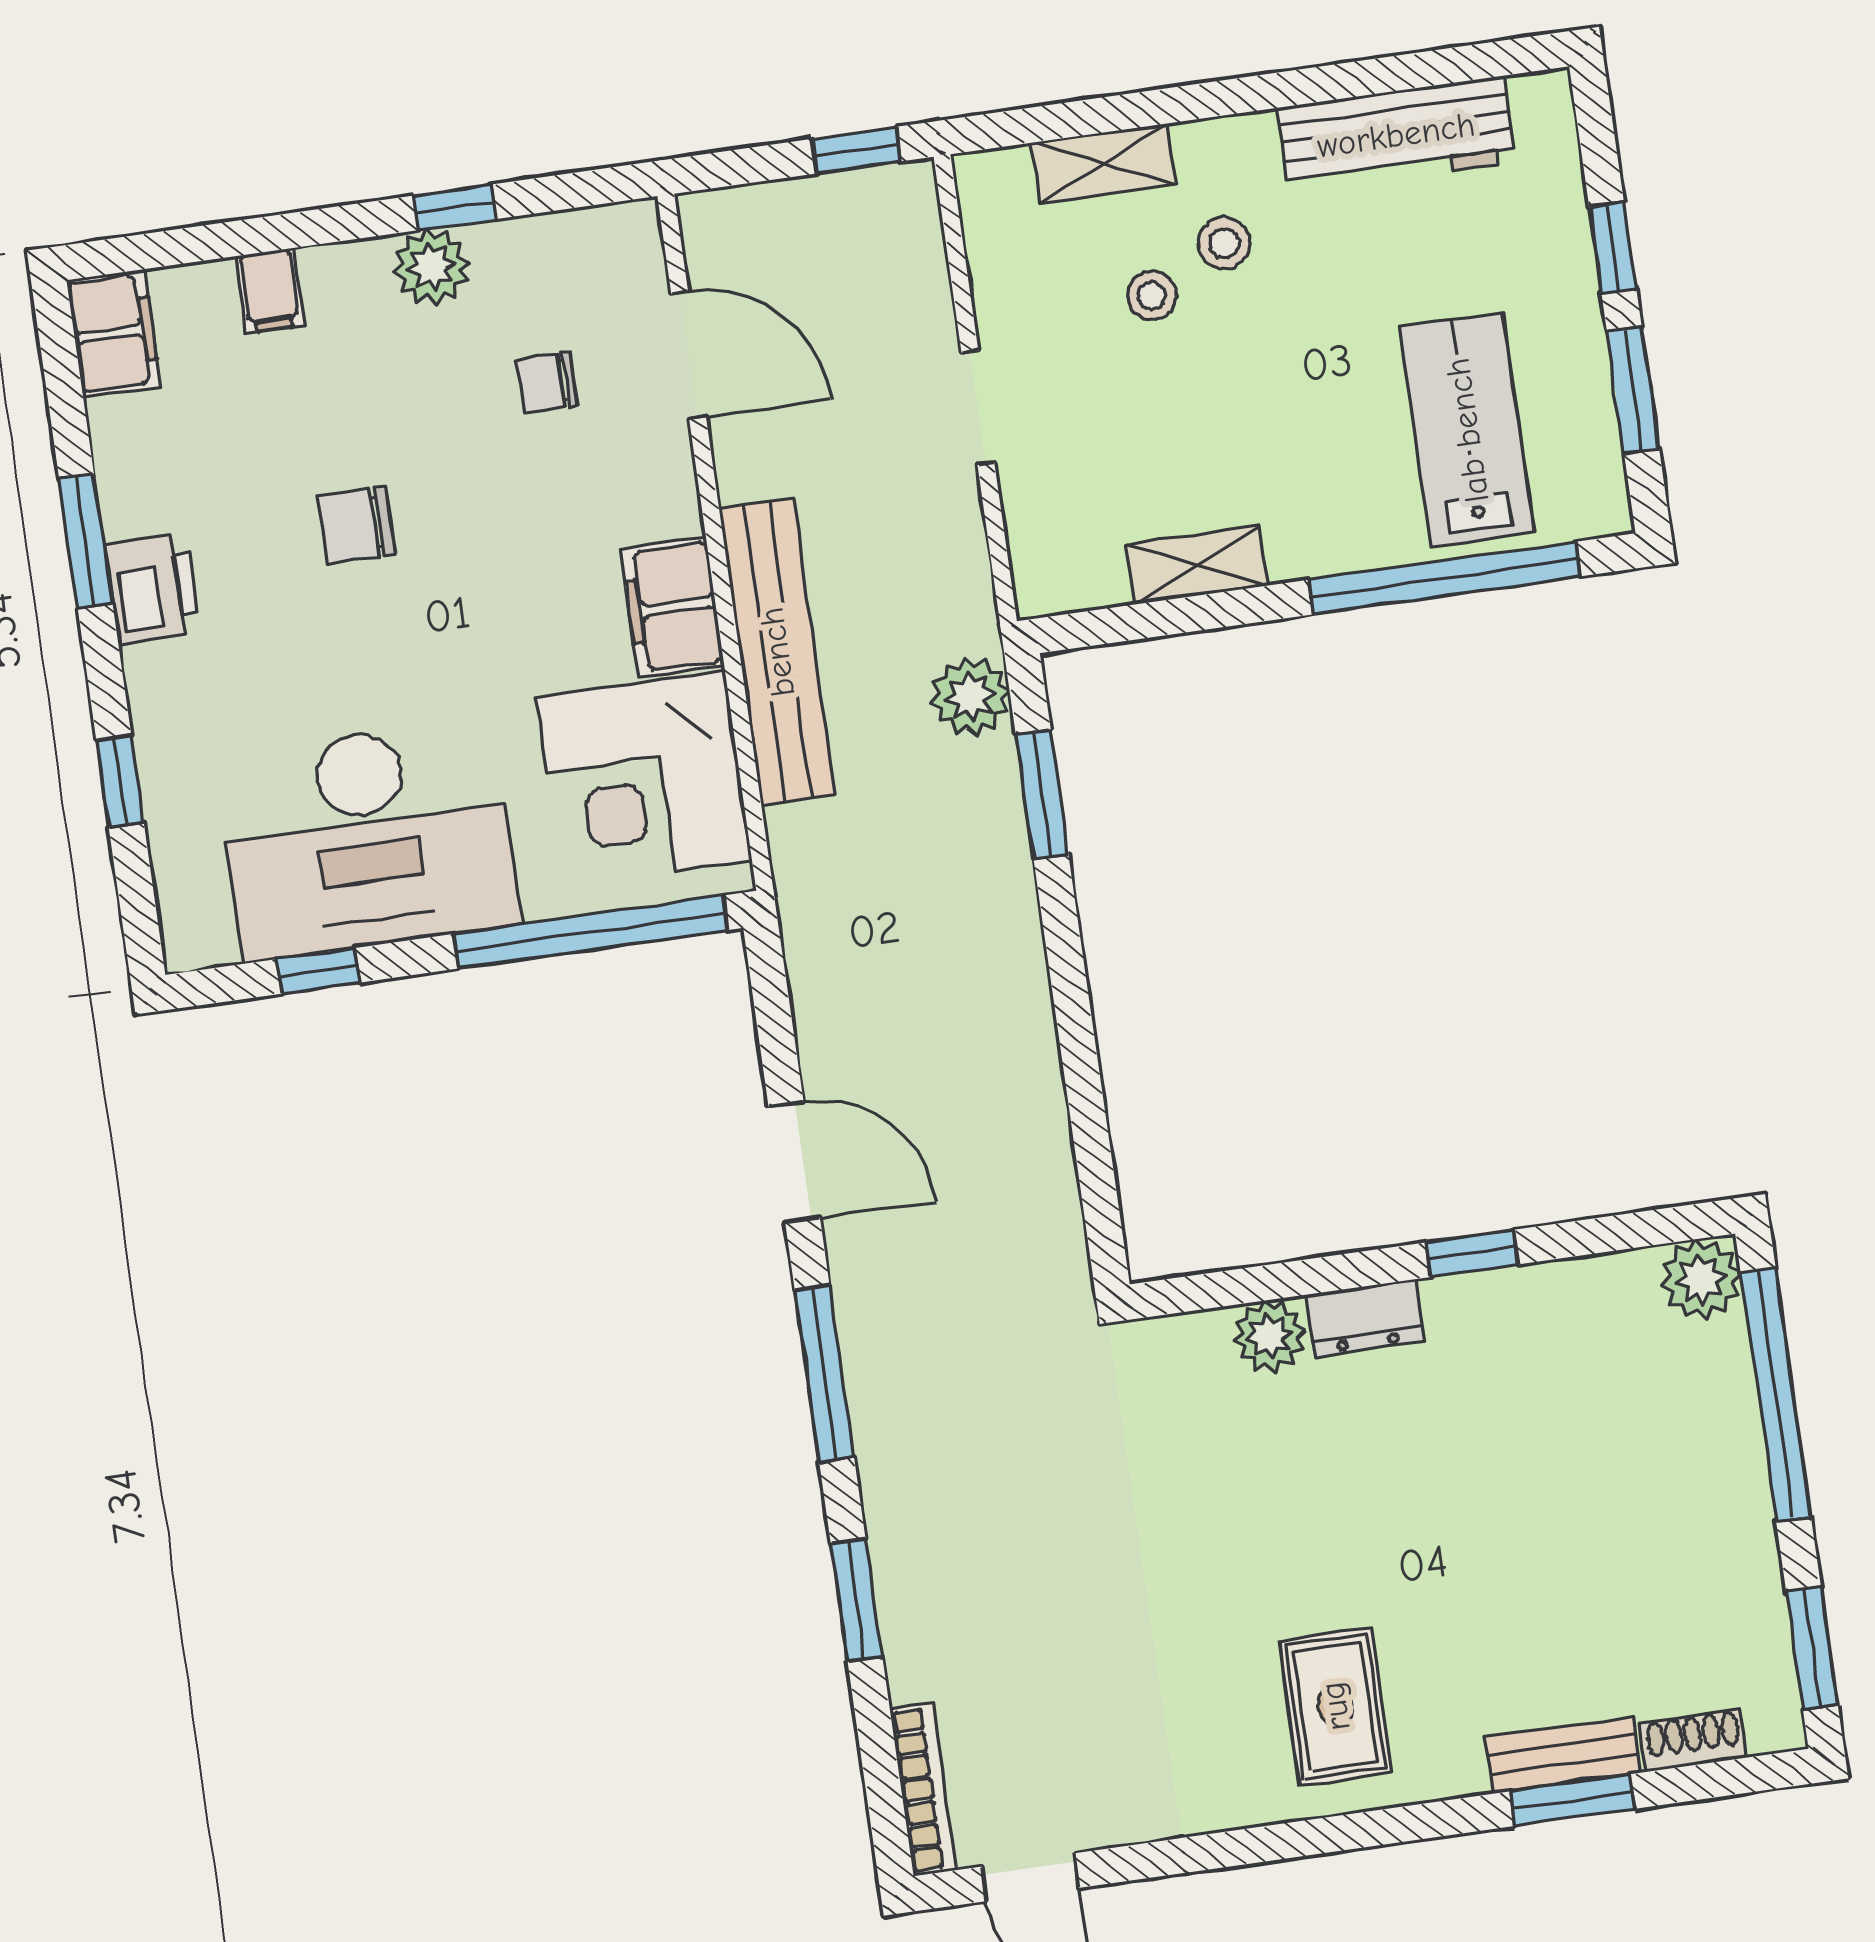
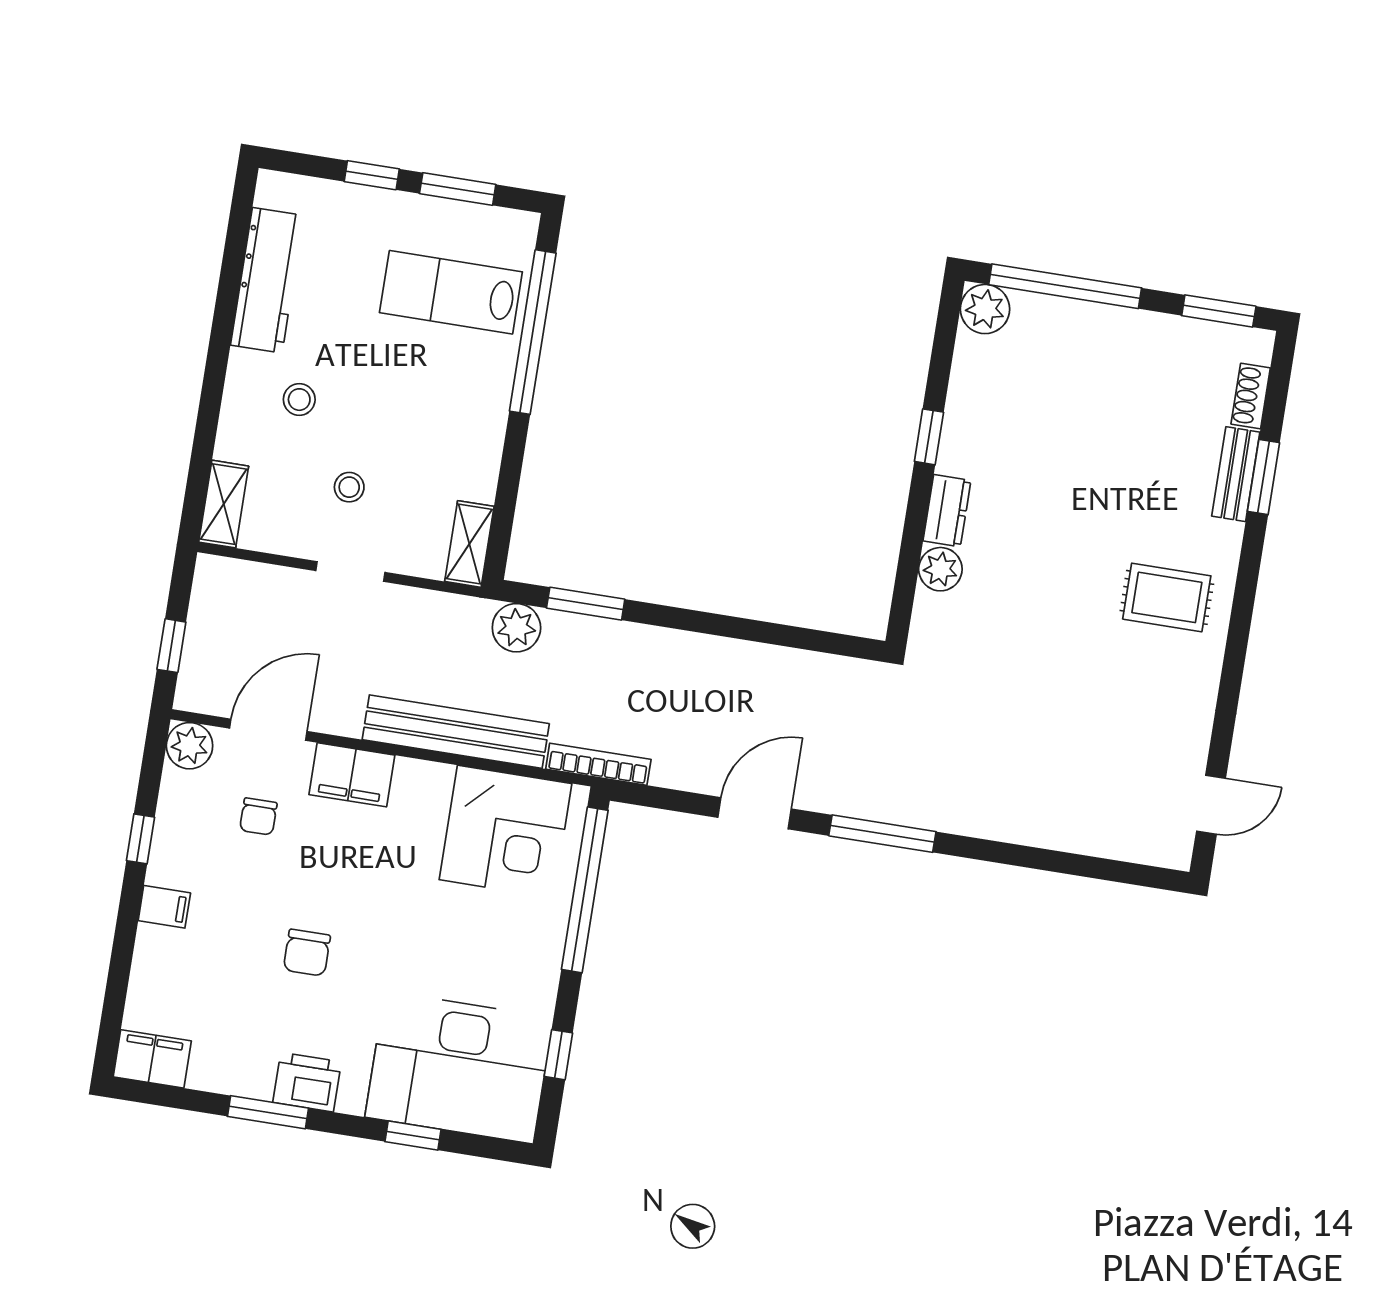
window: (856, 150) -> (171, 646), moved
shelving: (1103, 164) -> (224, 504), moved
plant: (431, 267) -> (190, 746), moved
filing cabinet: (270, 291) -> (164, 907), moved
stool: (1152, 296) -> (349, 487), moved
shelving: (1197, 565) -> (469, 544), moved
filing cabinet: (672, 607) -> (352, 775), moved
desk: (368, 840) -> (459, 1067), moved, turned 90
window: (857, 1600) -> (1019, 856), removed
bookcase: (923, 1789) -> (598, 764), moved

